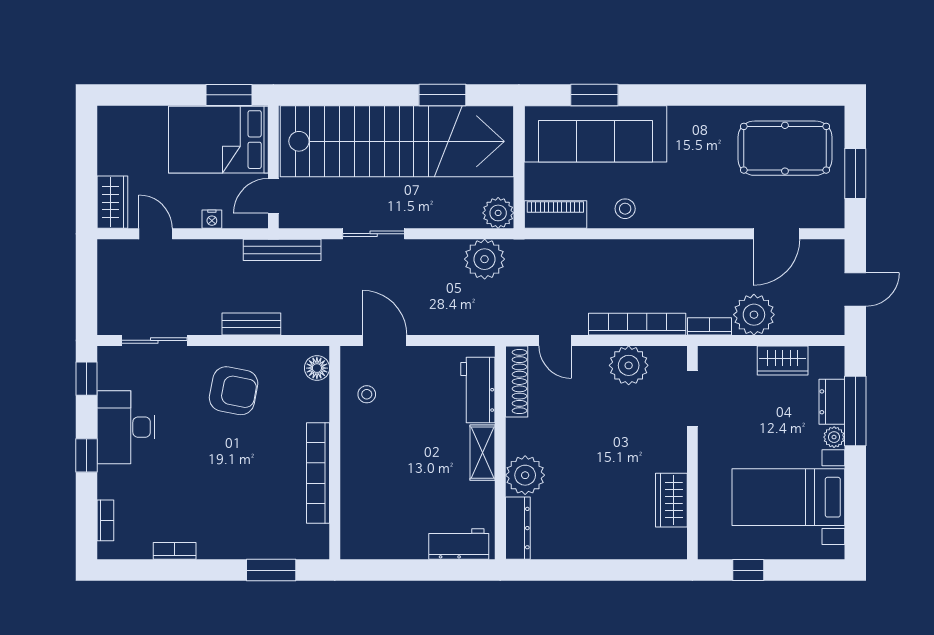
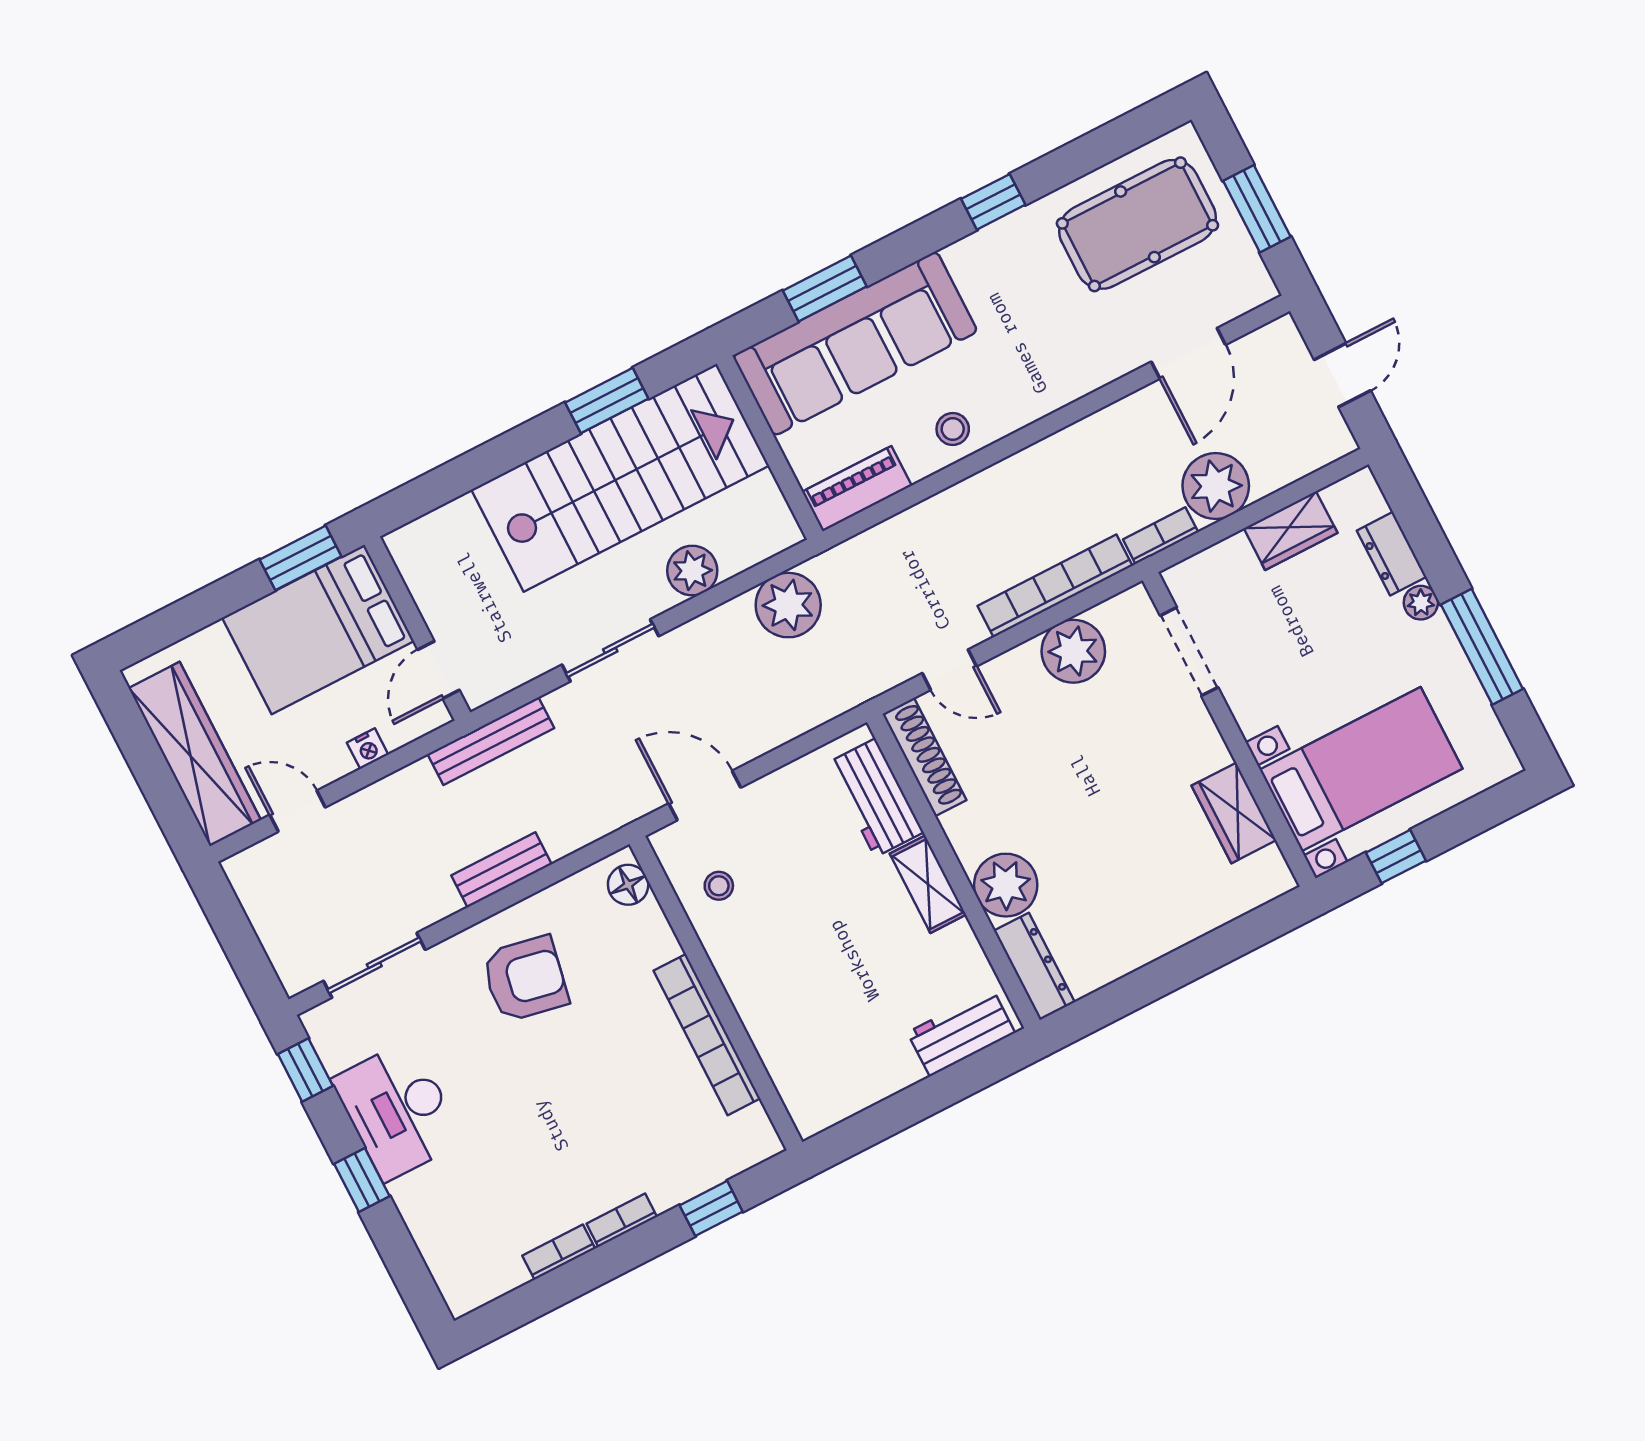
window: (712, 95) -> (993, 202), added
stairs: (397, 141) -> (620, 478), width x0.73
wardrobe: (112, 202) -> (195, 754), width x2.10, depth x1.17
plant: (498, 213) -> (692, 571), moved
window: (855, 411) -> (1482, 647), moved
bed with nightstands: (788, 497) -> (1361, 769), moved, turned 180
bookcase: (105, 520) -> (622, 1220), moved, turned -90
window: (271, 570) -> (711, 1208), width x0.67

